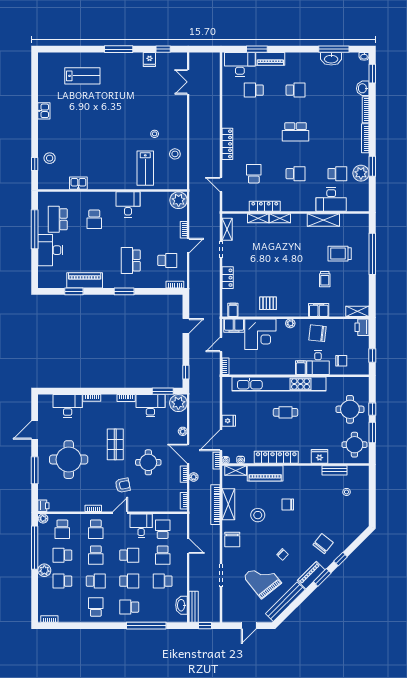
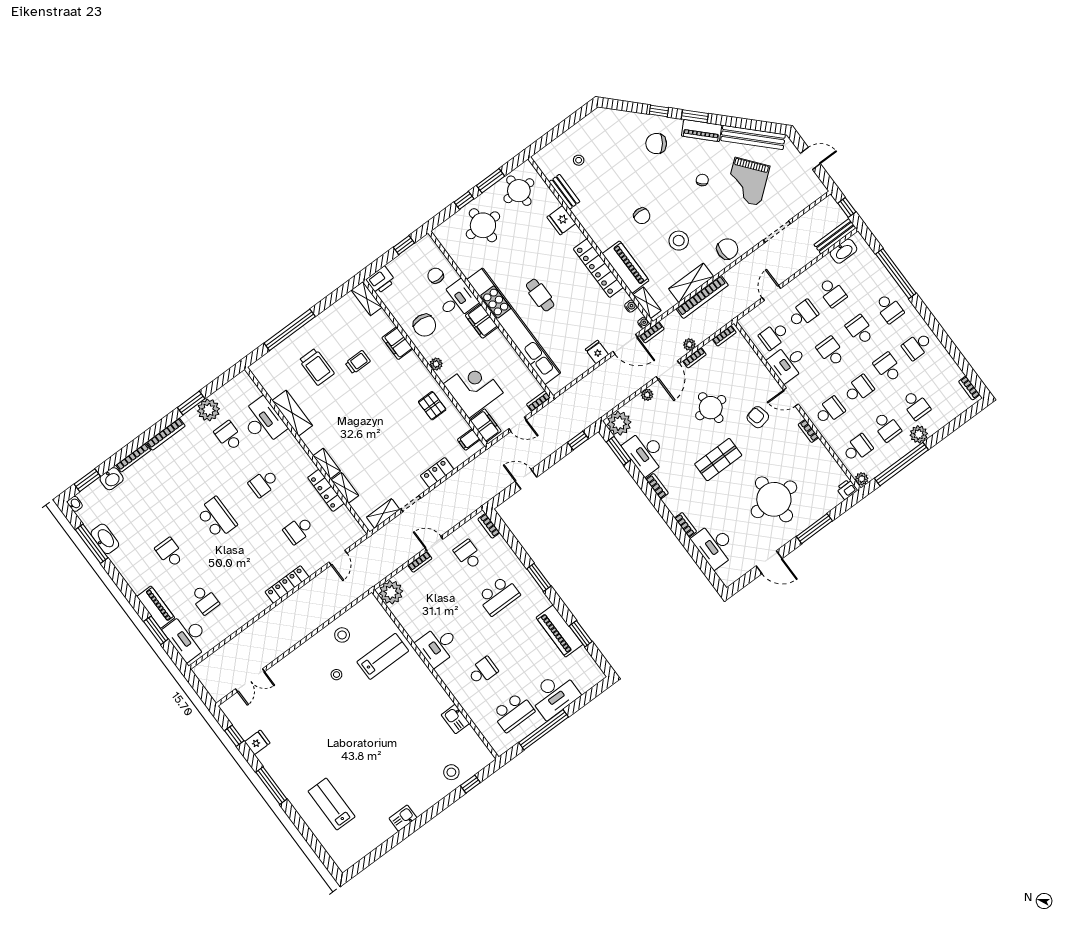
school desk: (296, 174) -> (264, 483), turned -90
filing cabinet: (301, 368) -> (482, 321), width x2.00

